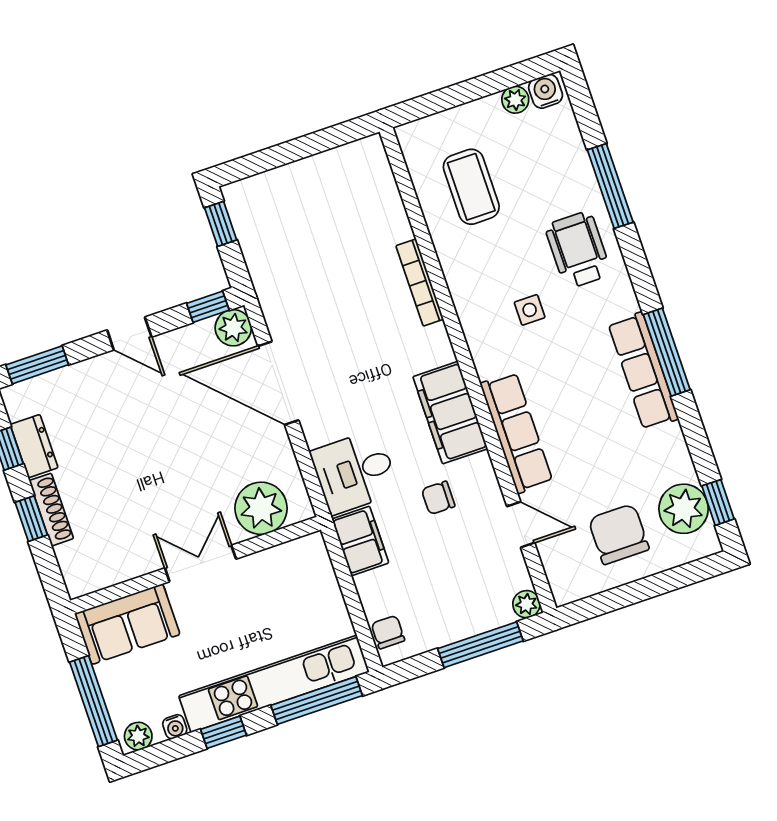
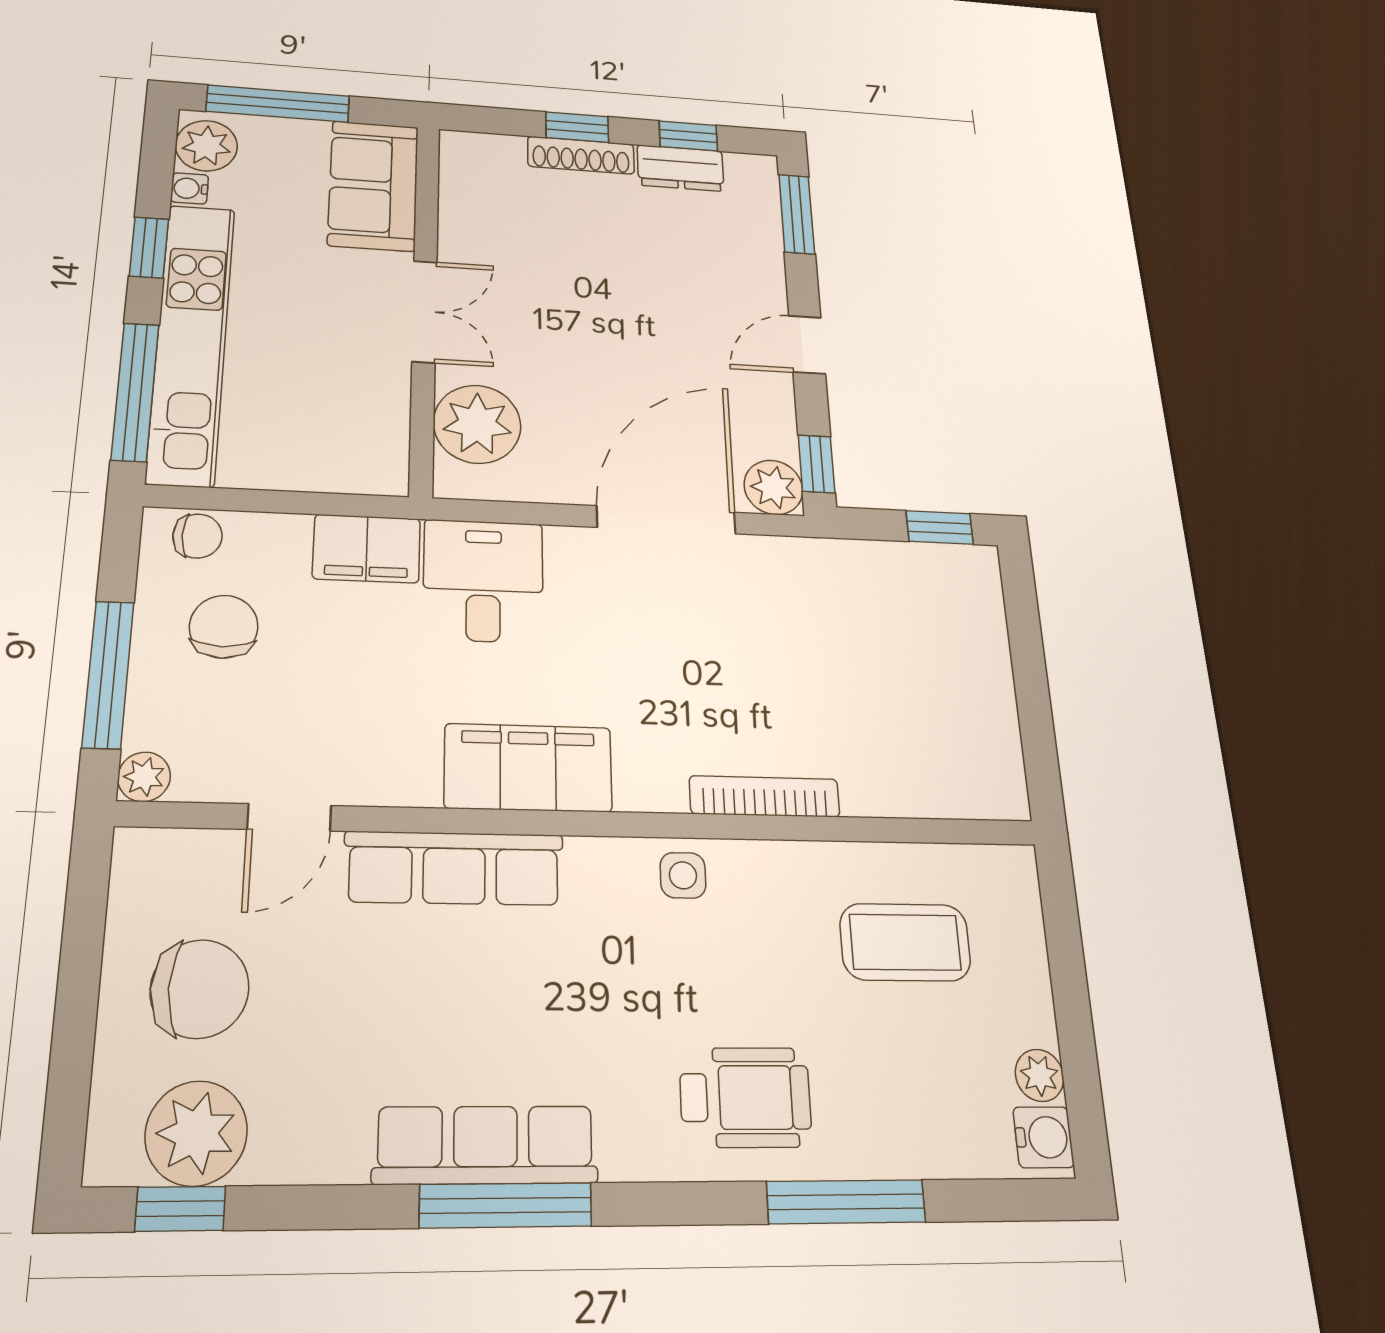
side table: (530, 310) -> (683, 875), moved
chair: (438, 498) -> (224, 627), moved, width x1.37, depth x1.37
plant: (138, 736) -> (206, 146), width x1.38, depth x1.38

